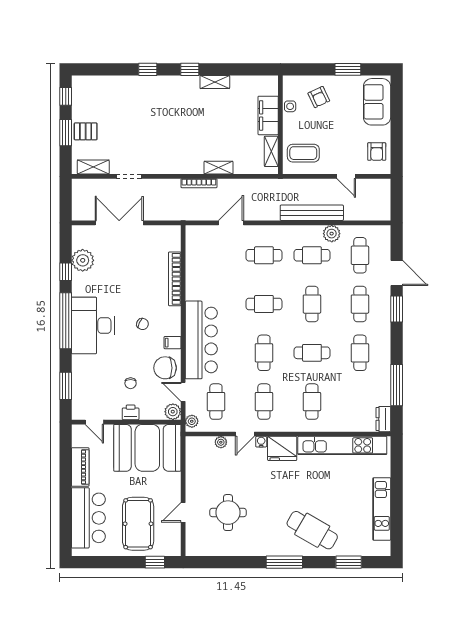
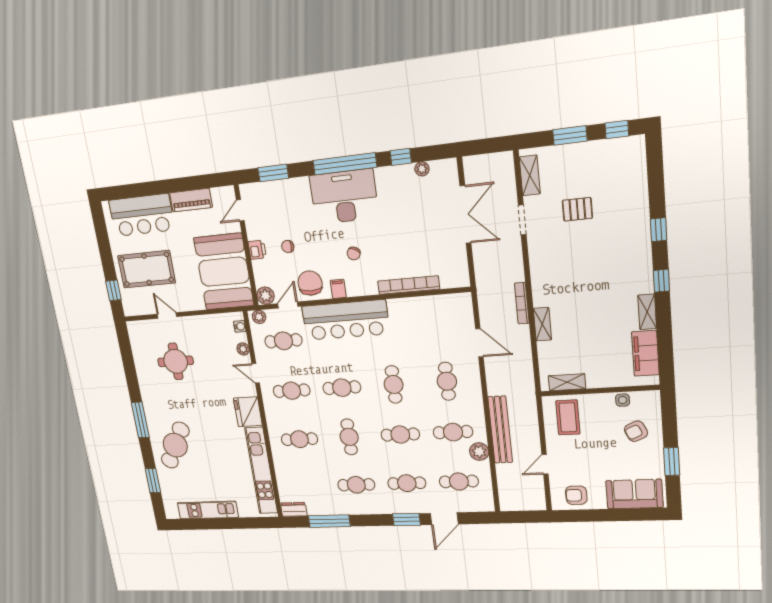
filing cabinet: (268, 115) -> (645, 353), moved, turned -90
pallet: (86, 131) -> (577, 209), moved, turned 90
cafe table: (312, 255) -> (453, 432), turned 90
plant: (83, 260) -> (422, 169), width x0.53, depth x0.53
water cooler: (261, 442) -> (240, 326), moved

